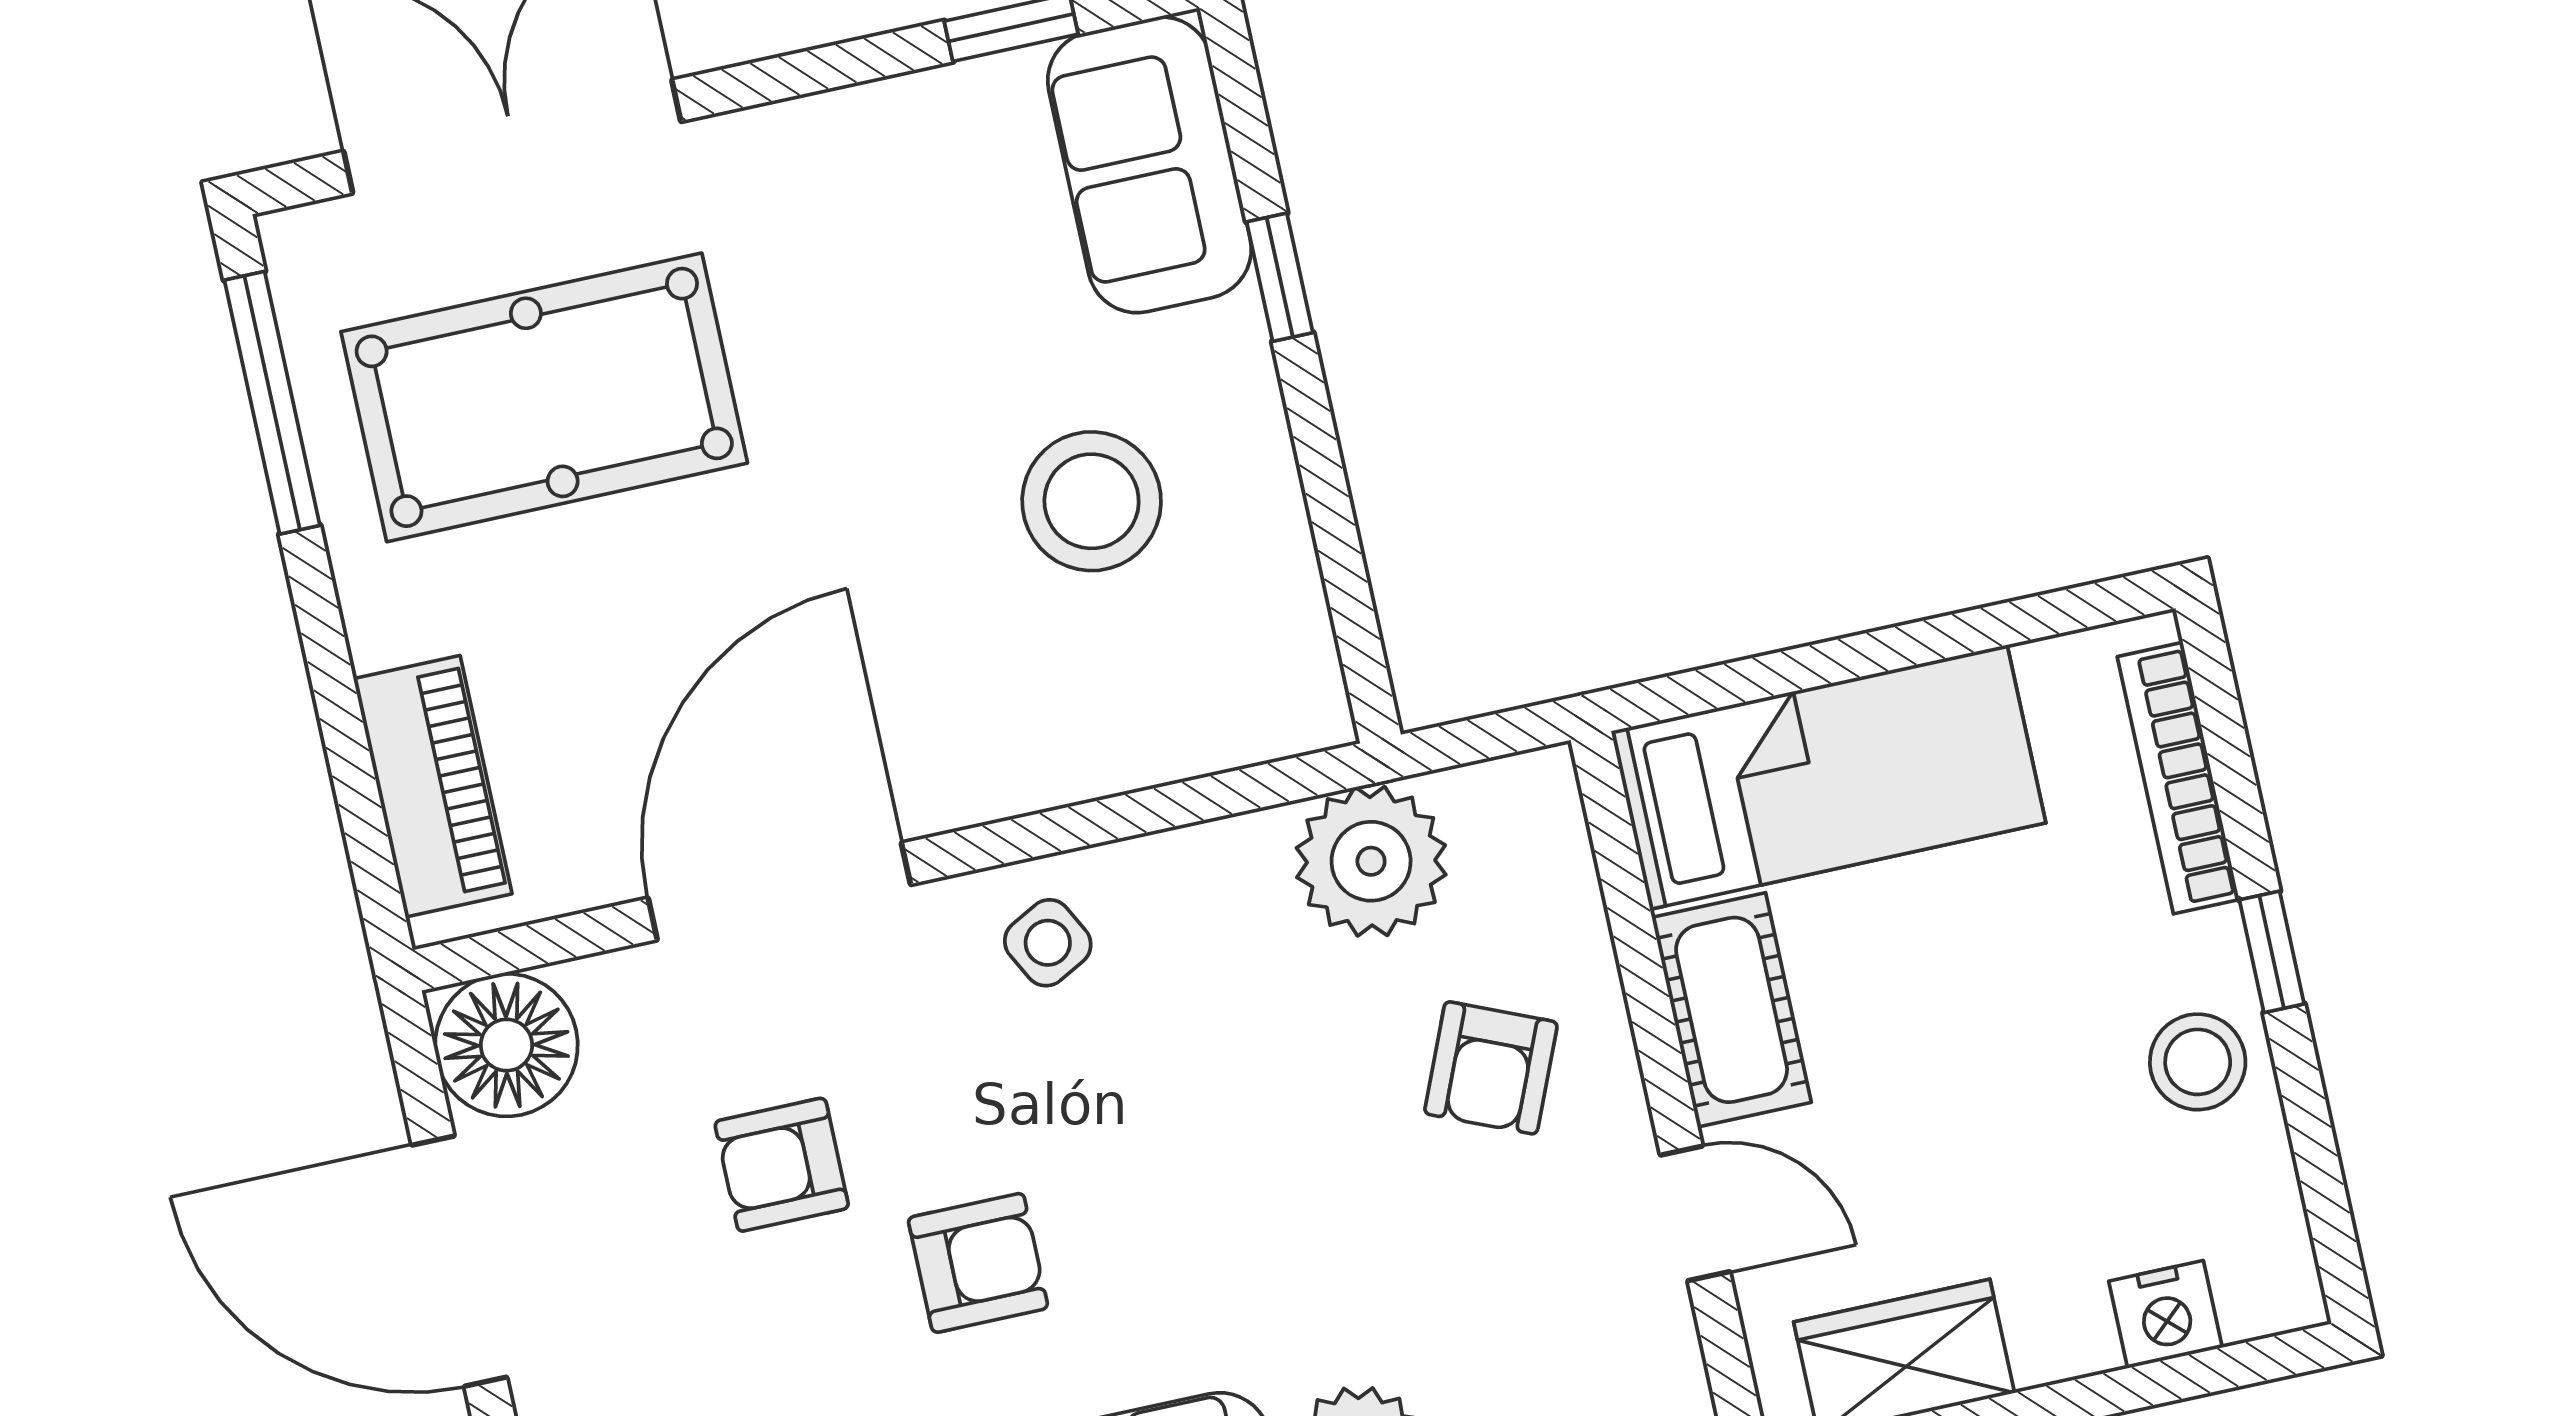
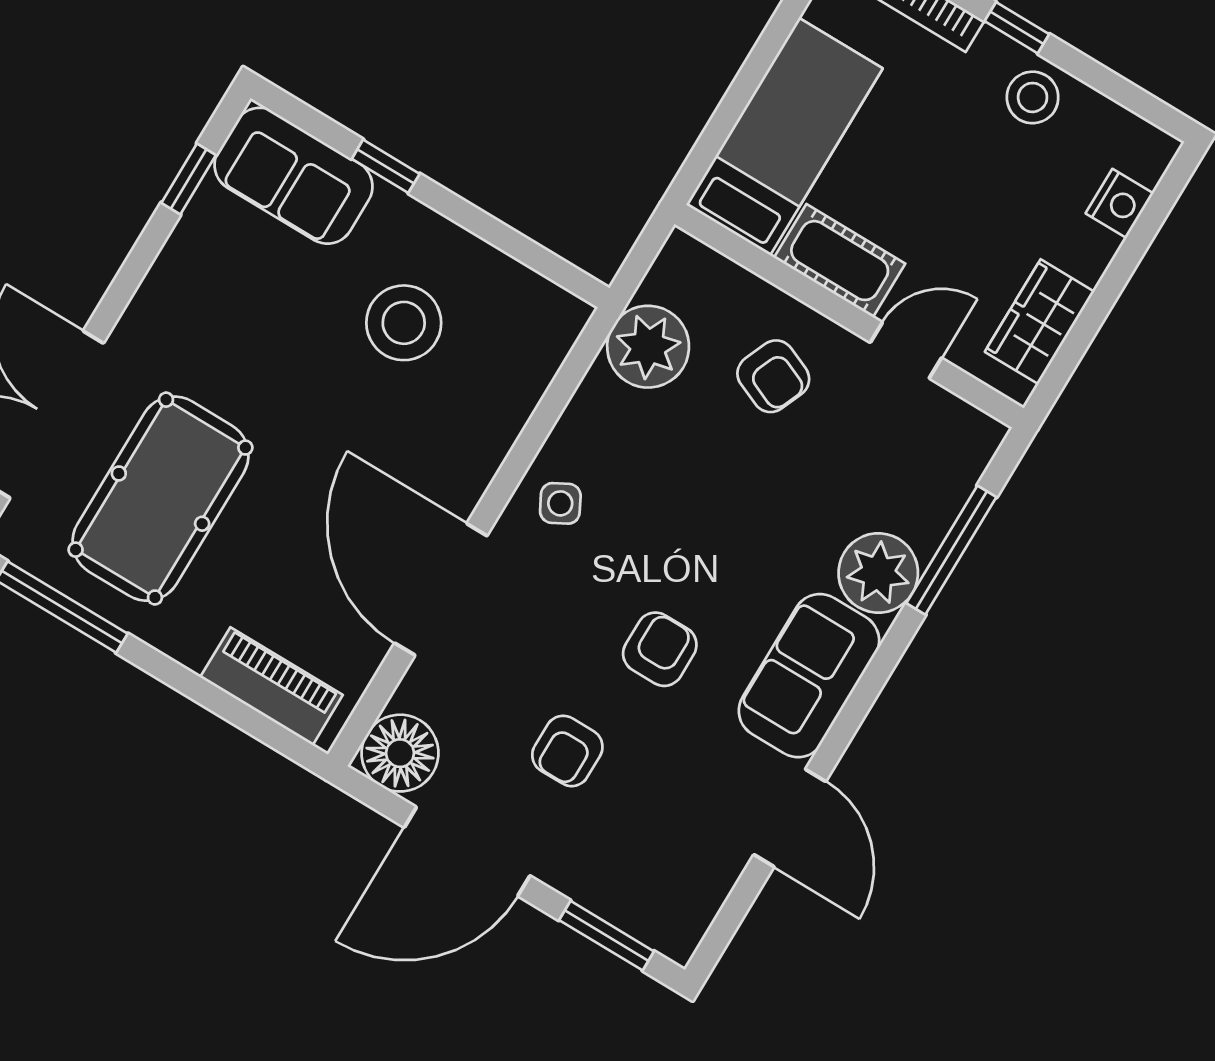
armchair: (782, 1165) -> (567, 751), moved

